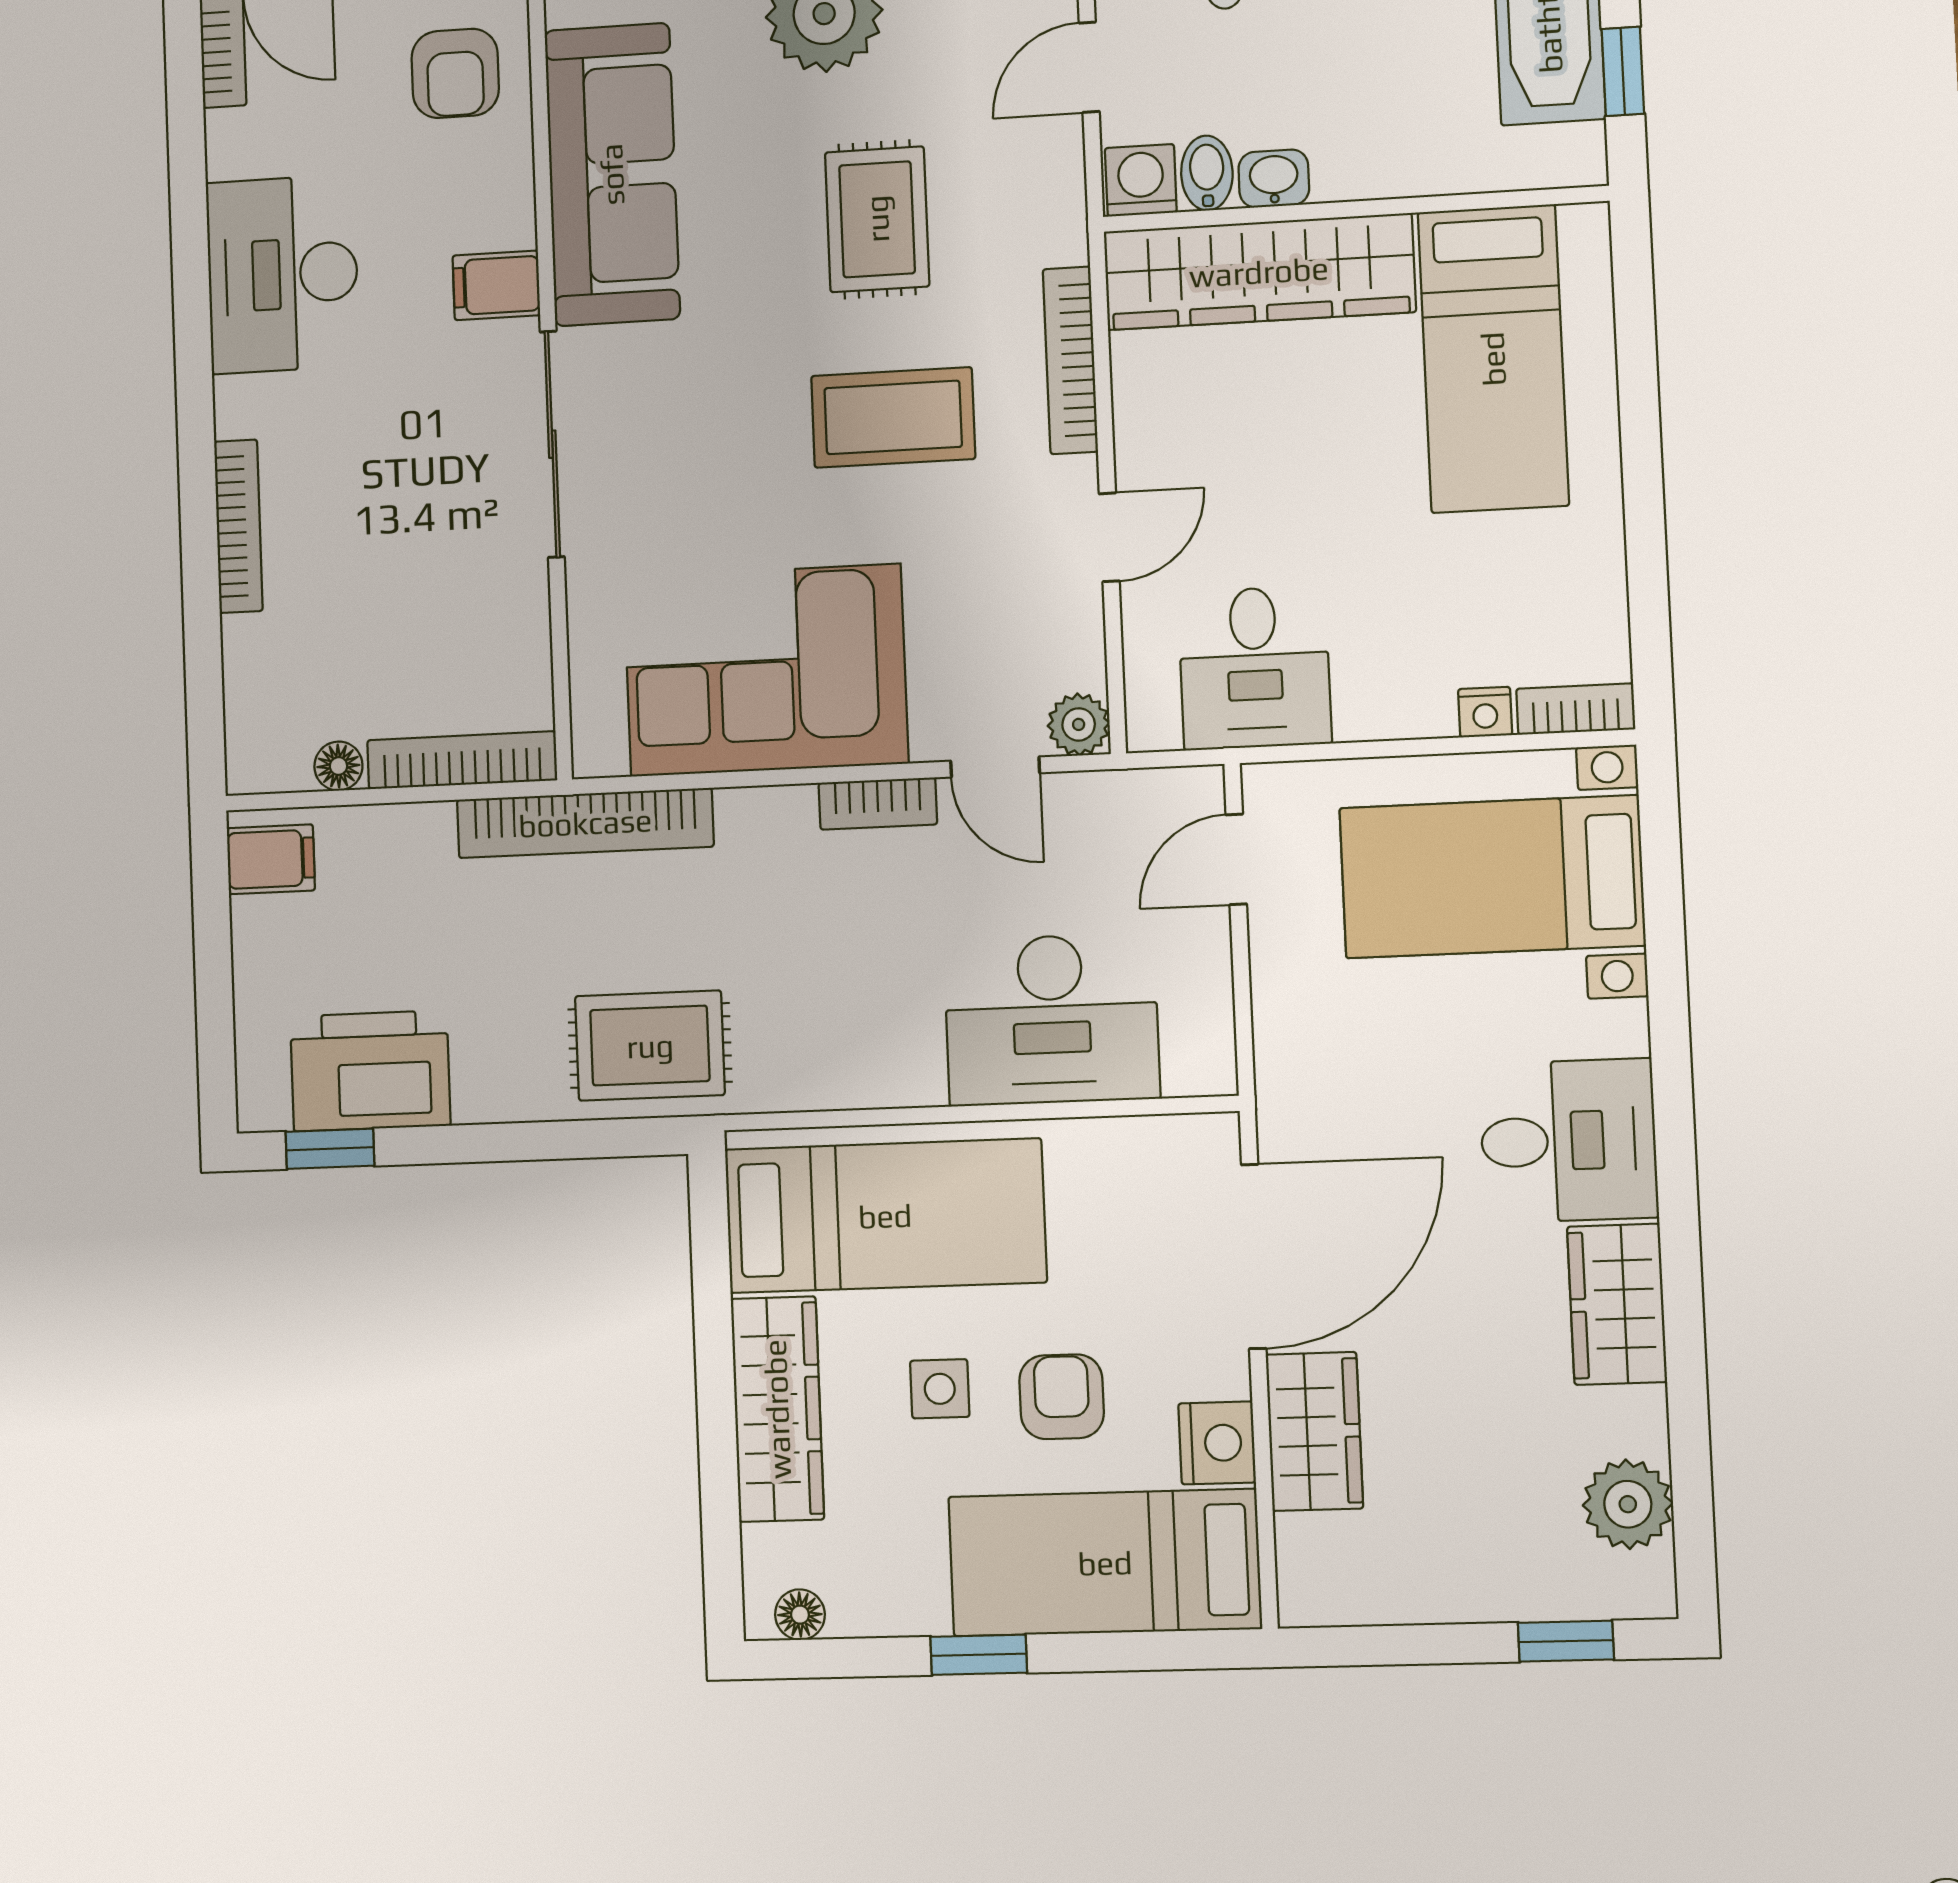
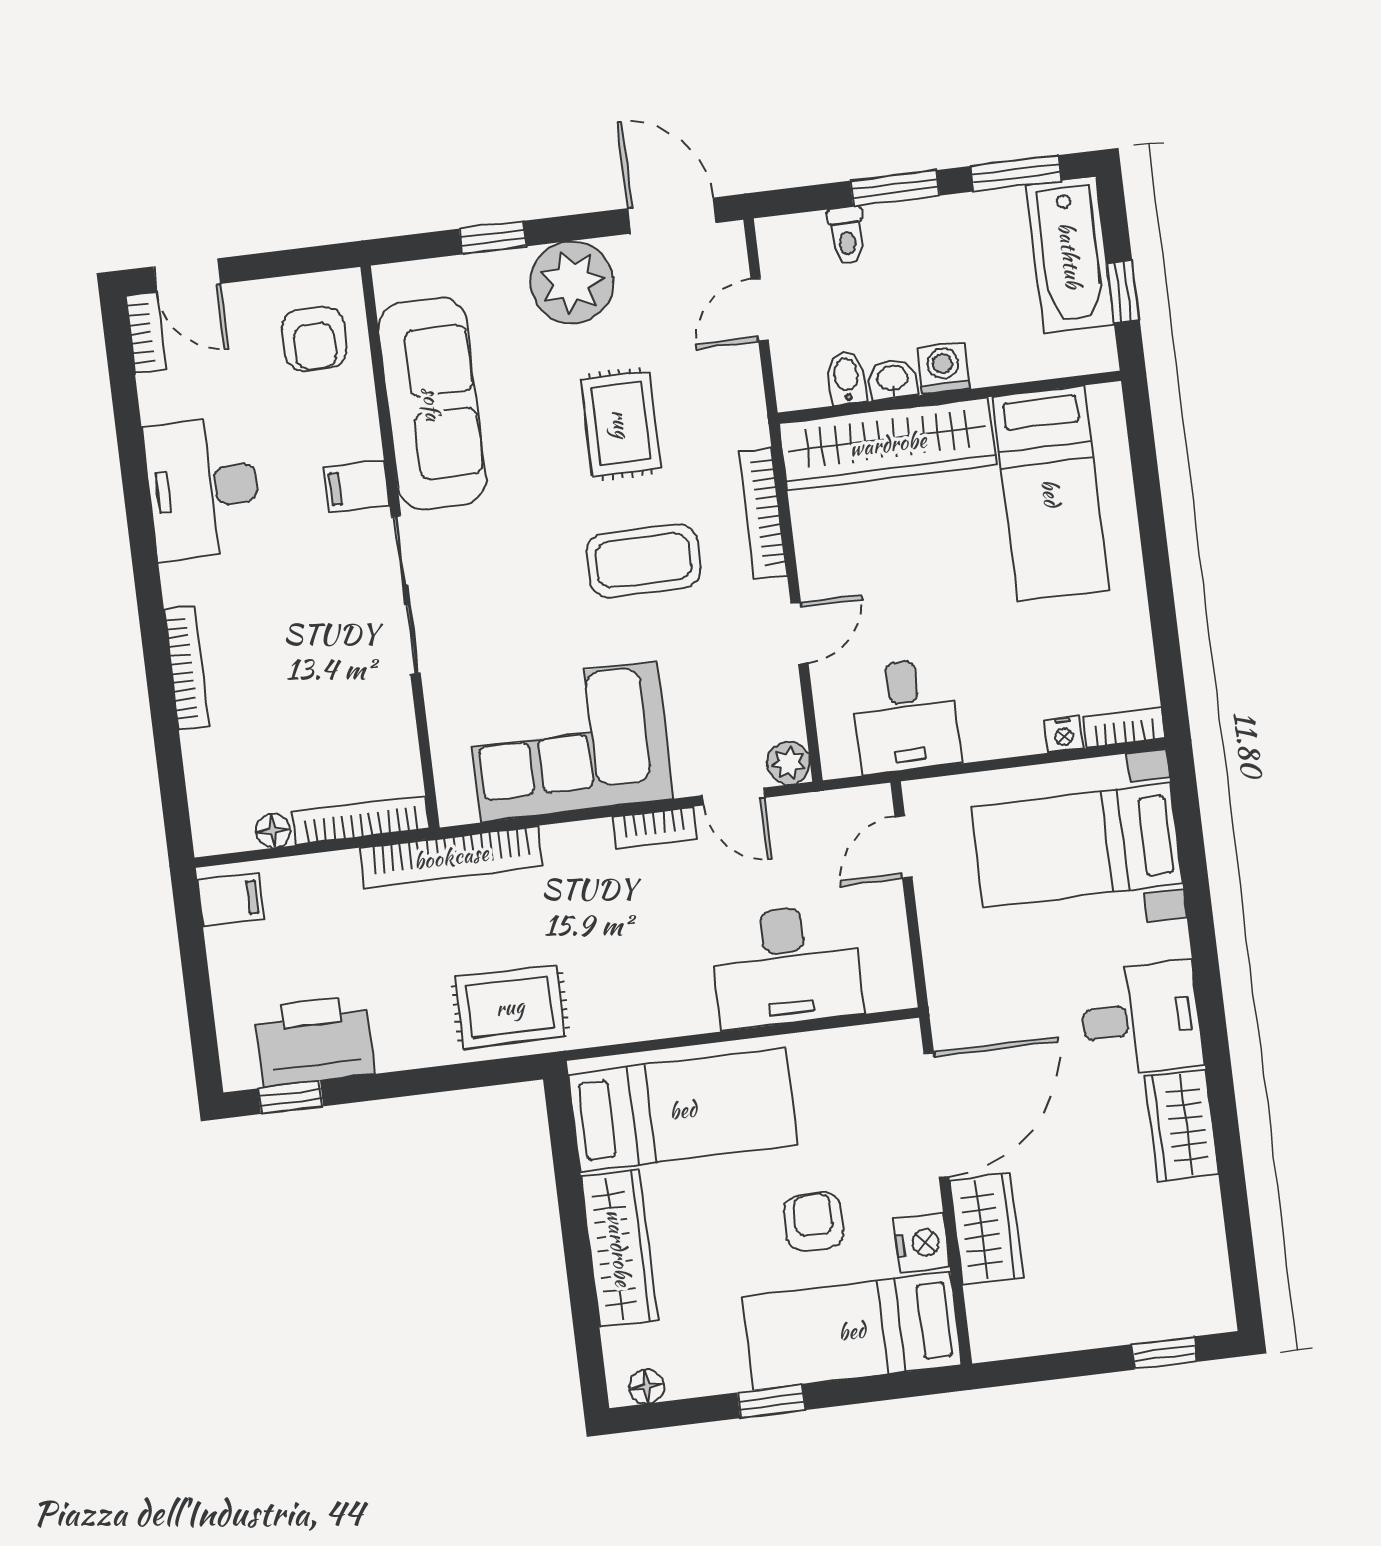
washing machine: (1141, 180) -> (943, 368), moved
side table: (940, 1389) -> (730, 1224), removed
plant: (1628, 1504) -> (1199, 1258), removed

